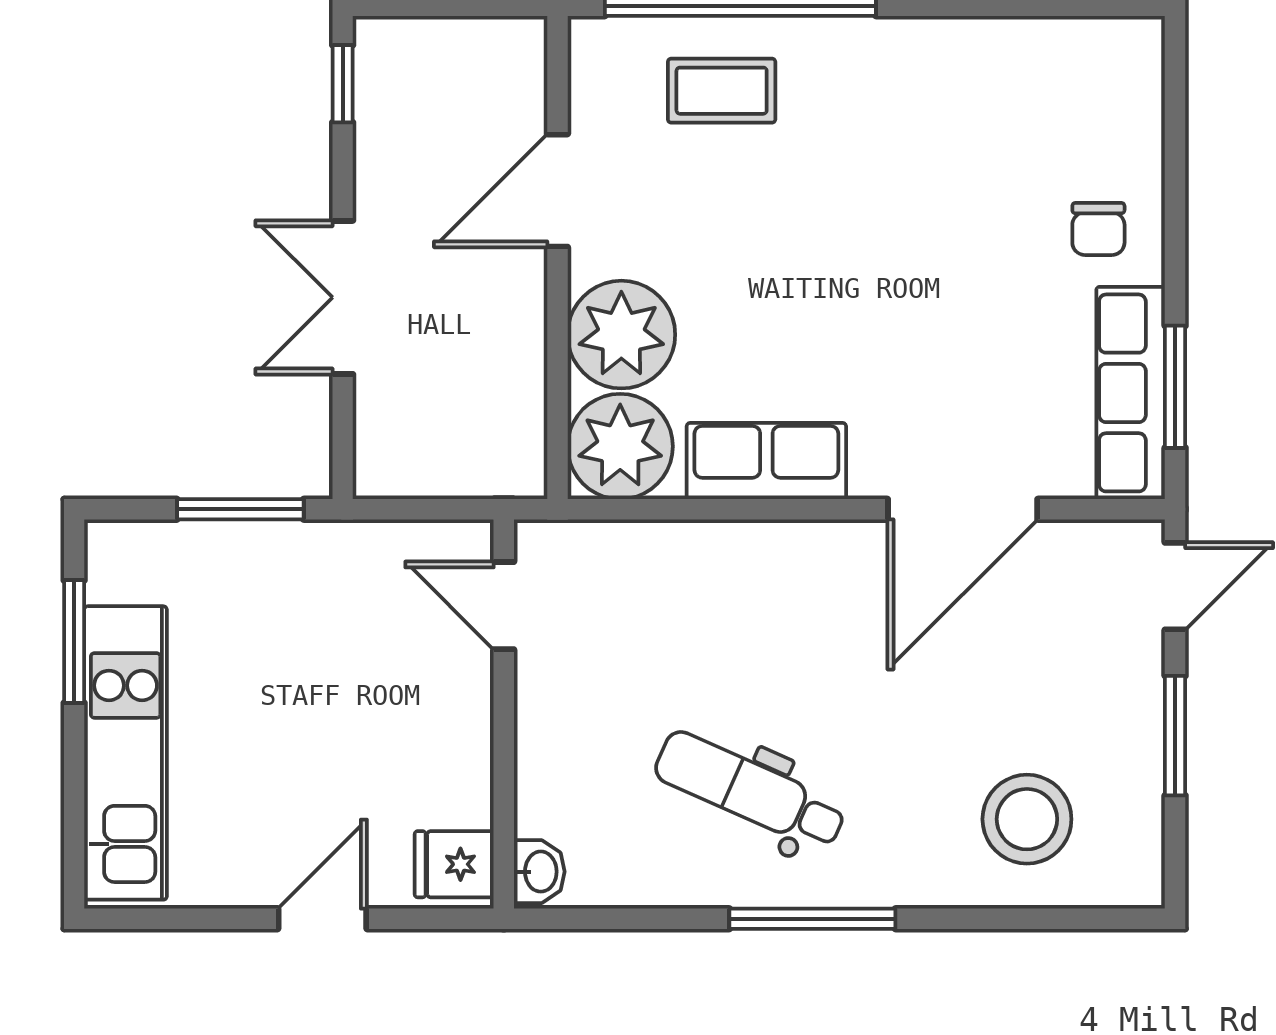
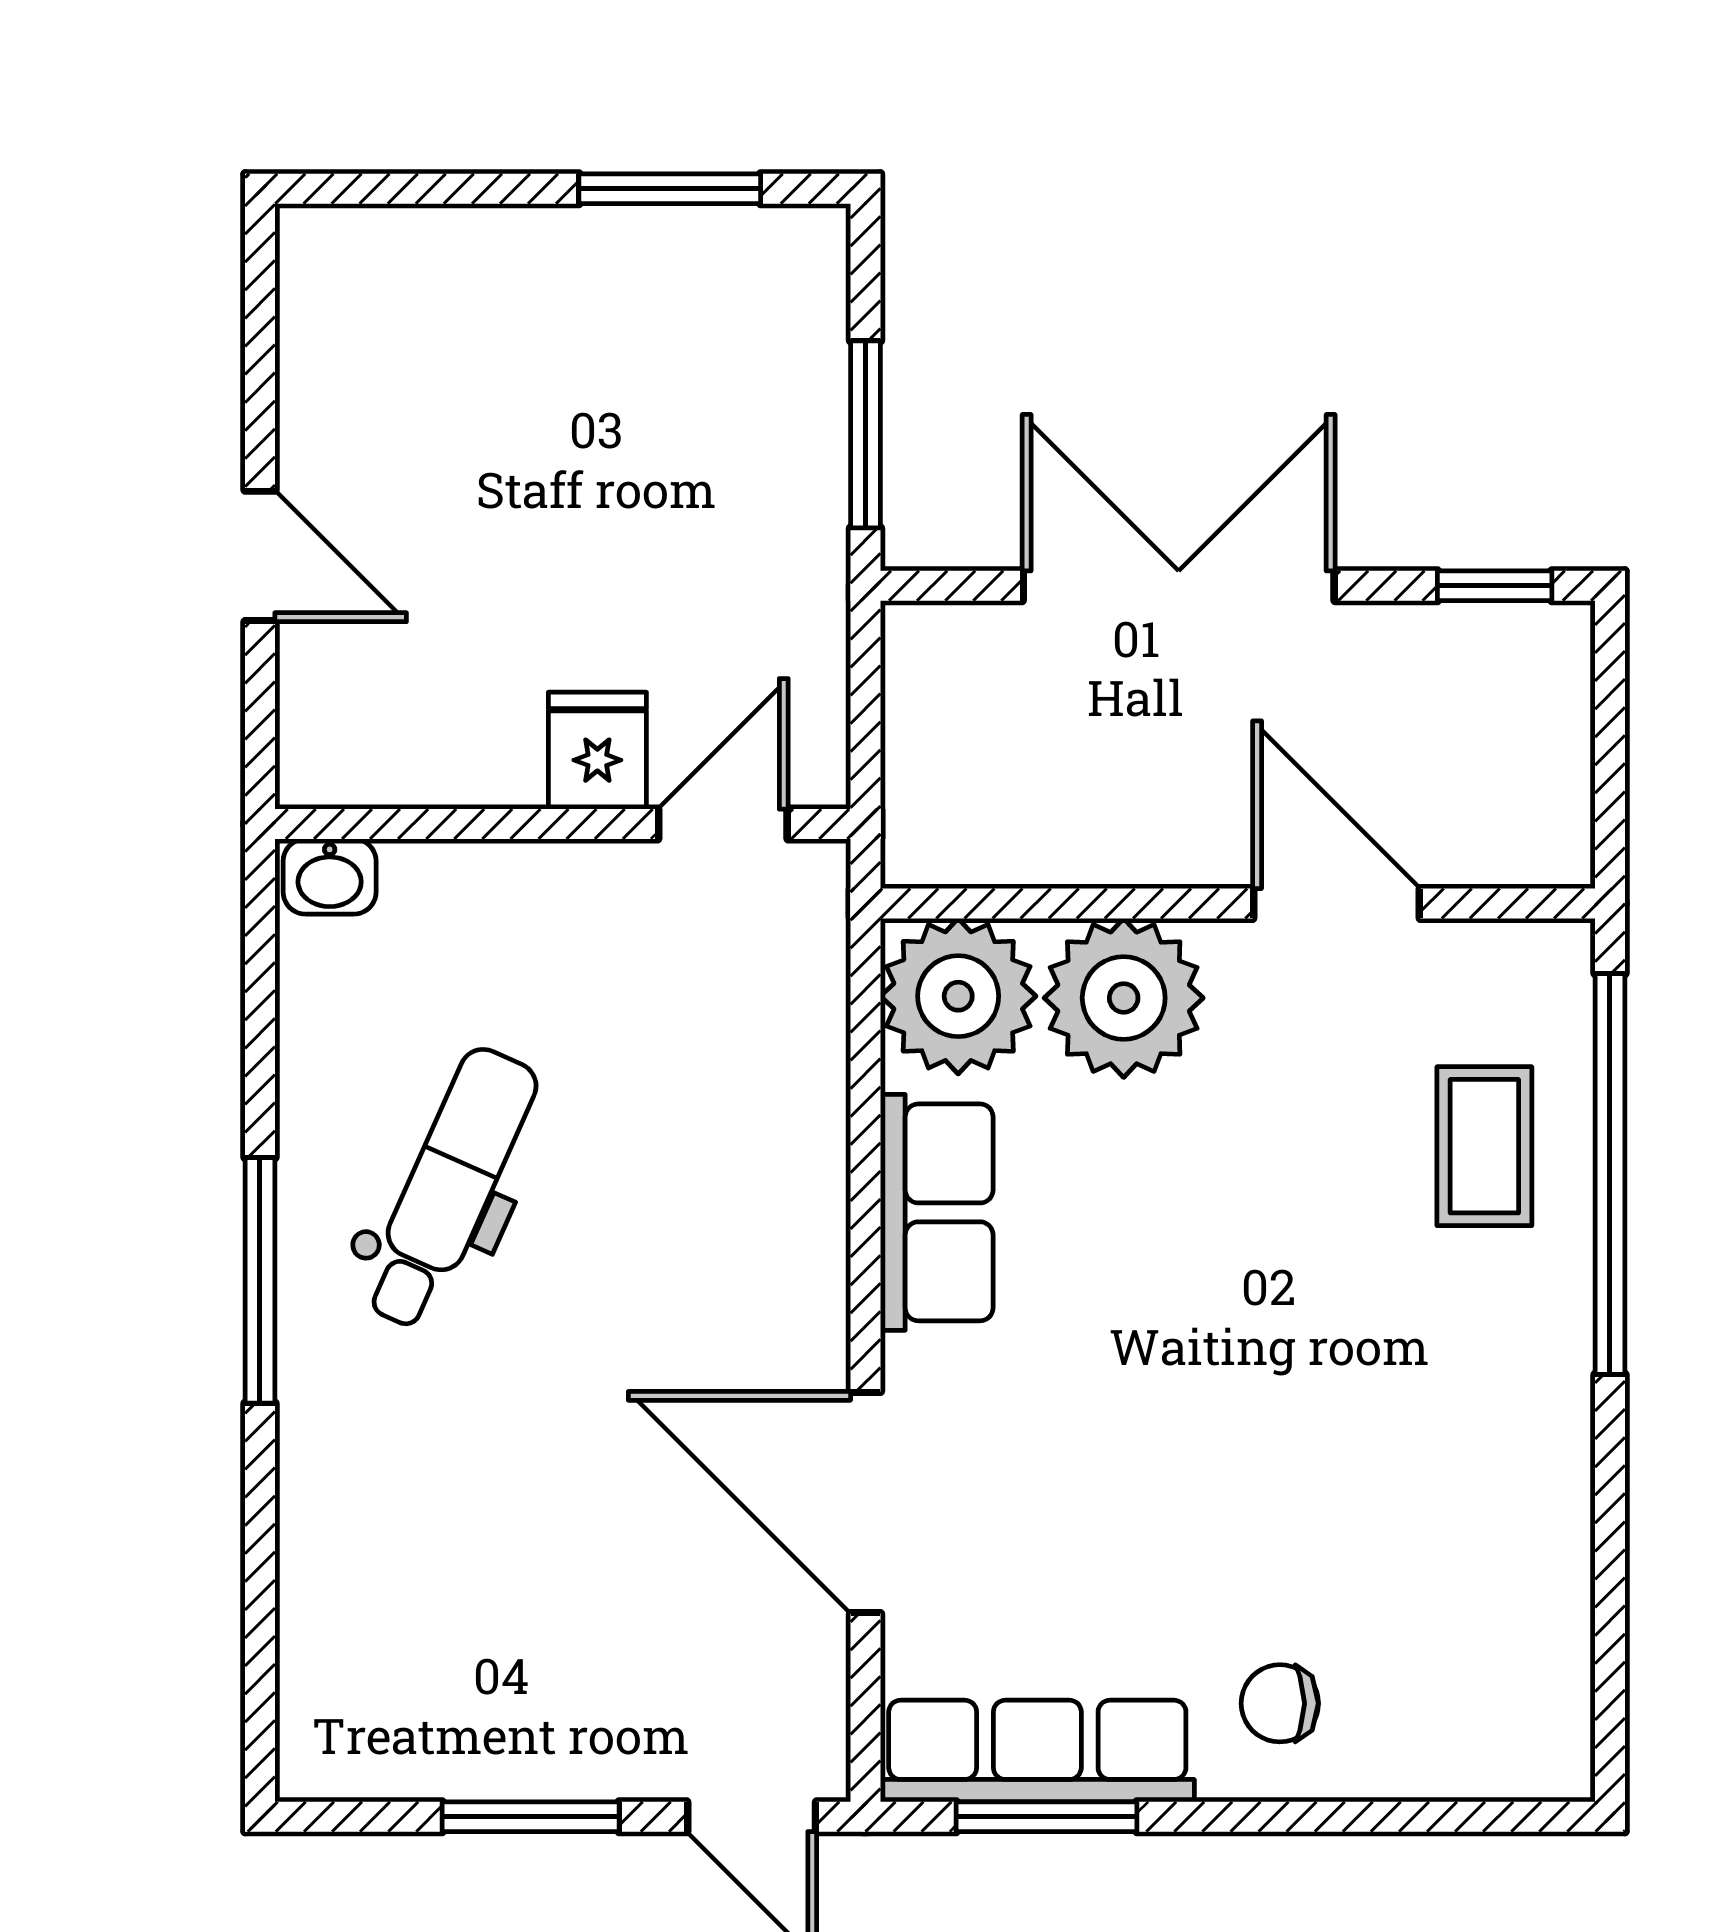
double door: (343, 297) -> (1179, 586), width x1.37
kitchen unit: (126, 753) -> (505, 265), removed
stool: (1027, 819) -> (407, 1598), removed
fridge: (454, 864) -> (597, 751), moved

